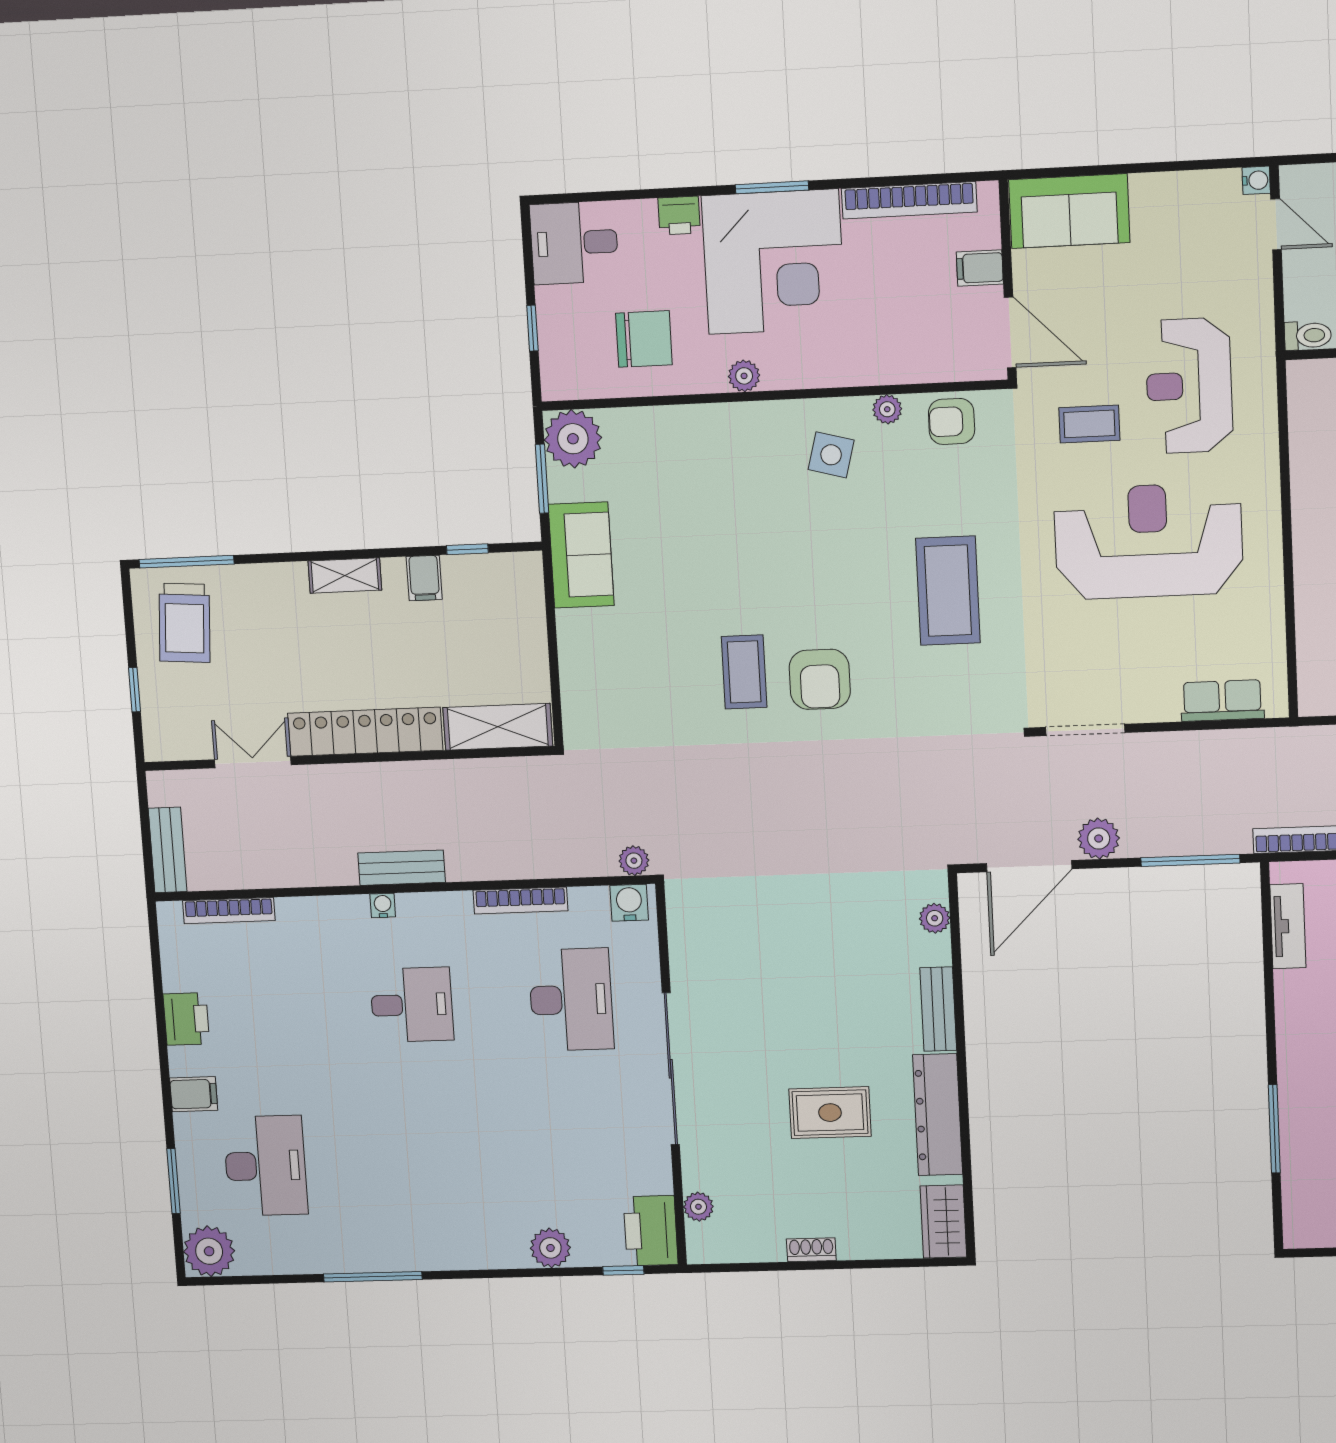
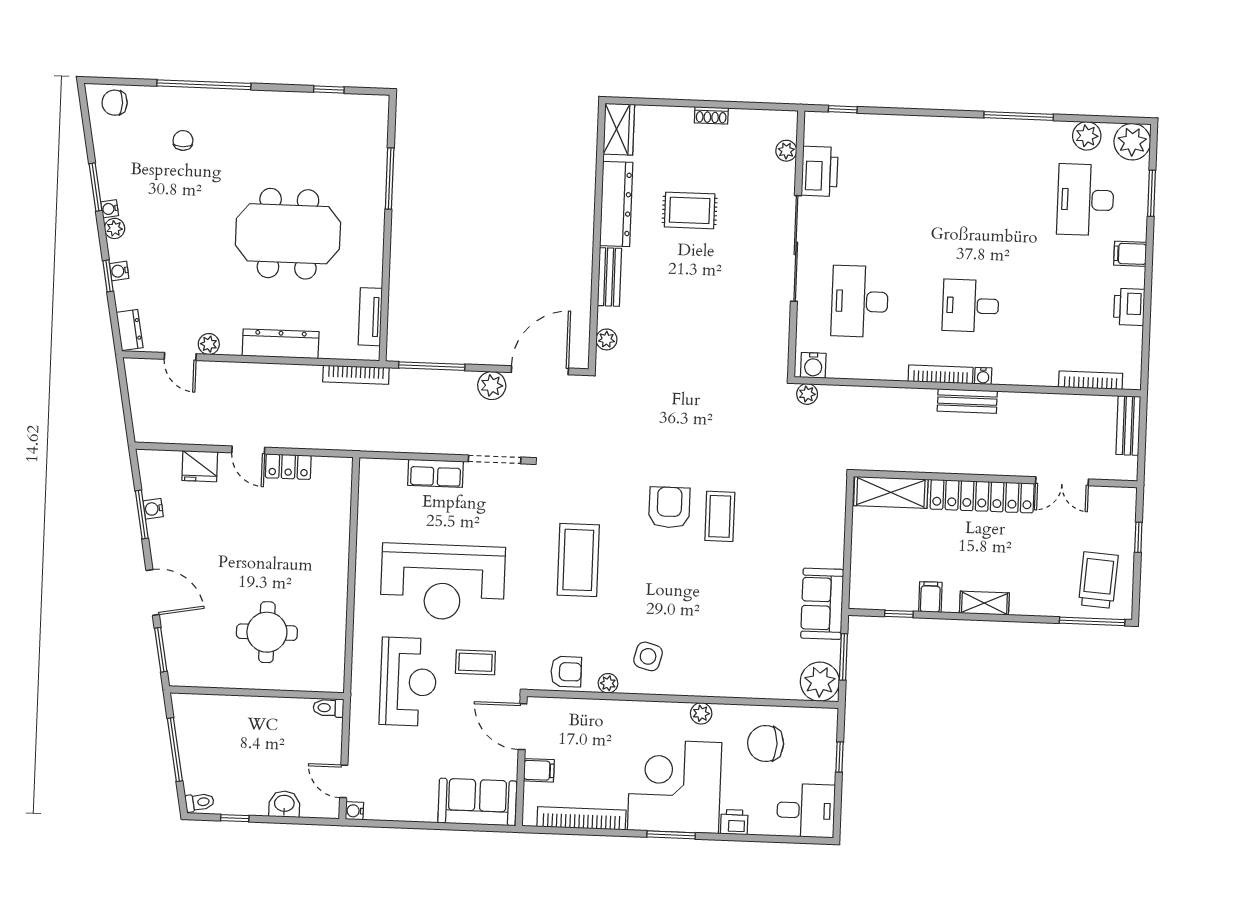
row of seats: (1222, 701) -> (436, 473), moved
bookcase: (520, 901) -> (941, 374), moved
printer: (651, 1231) -> (820, 171), moved
plant: (550, 1248) -> (1087, 136), moved

